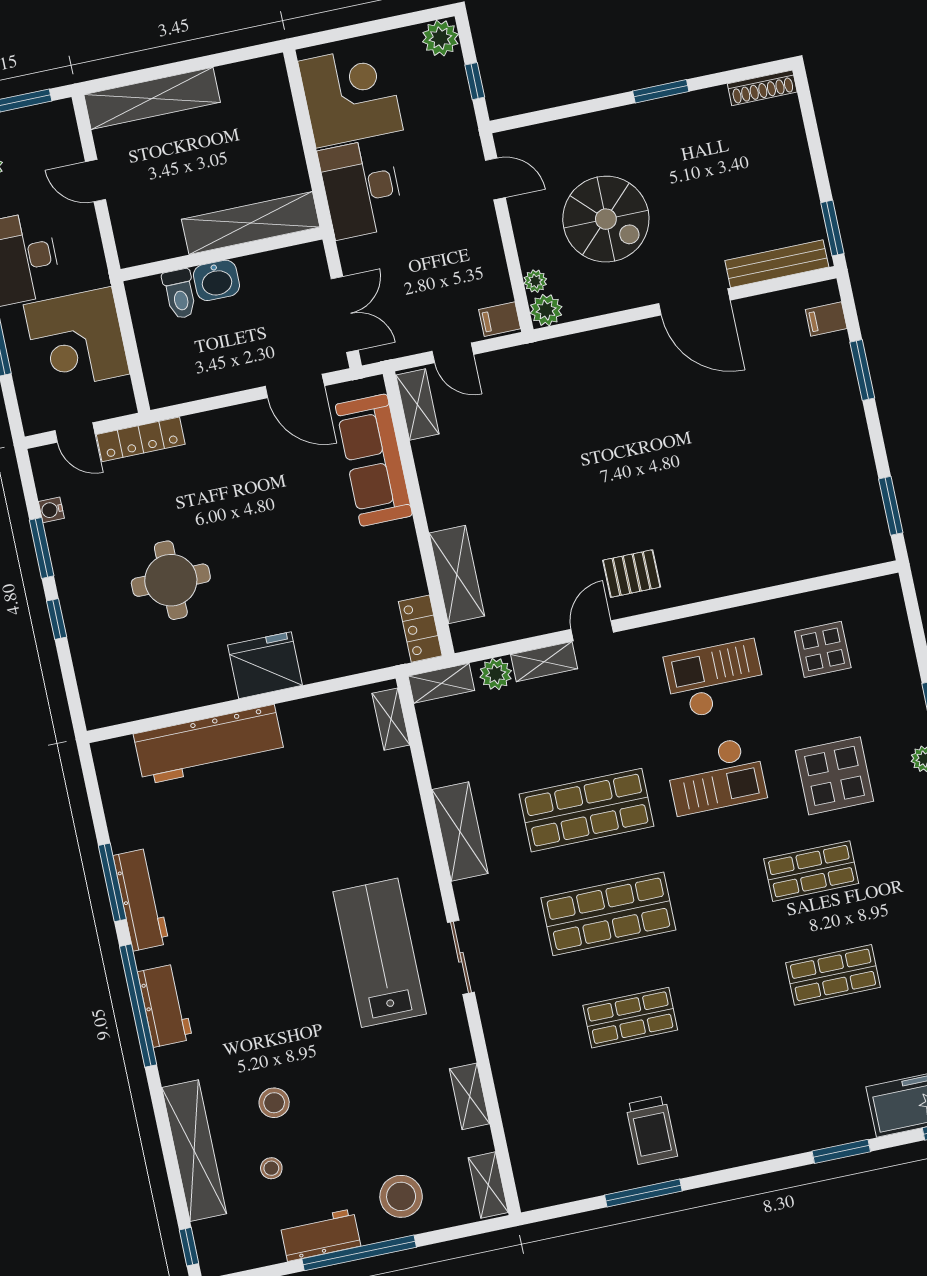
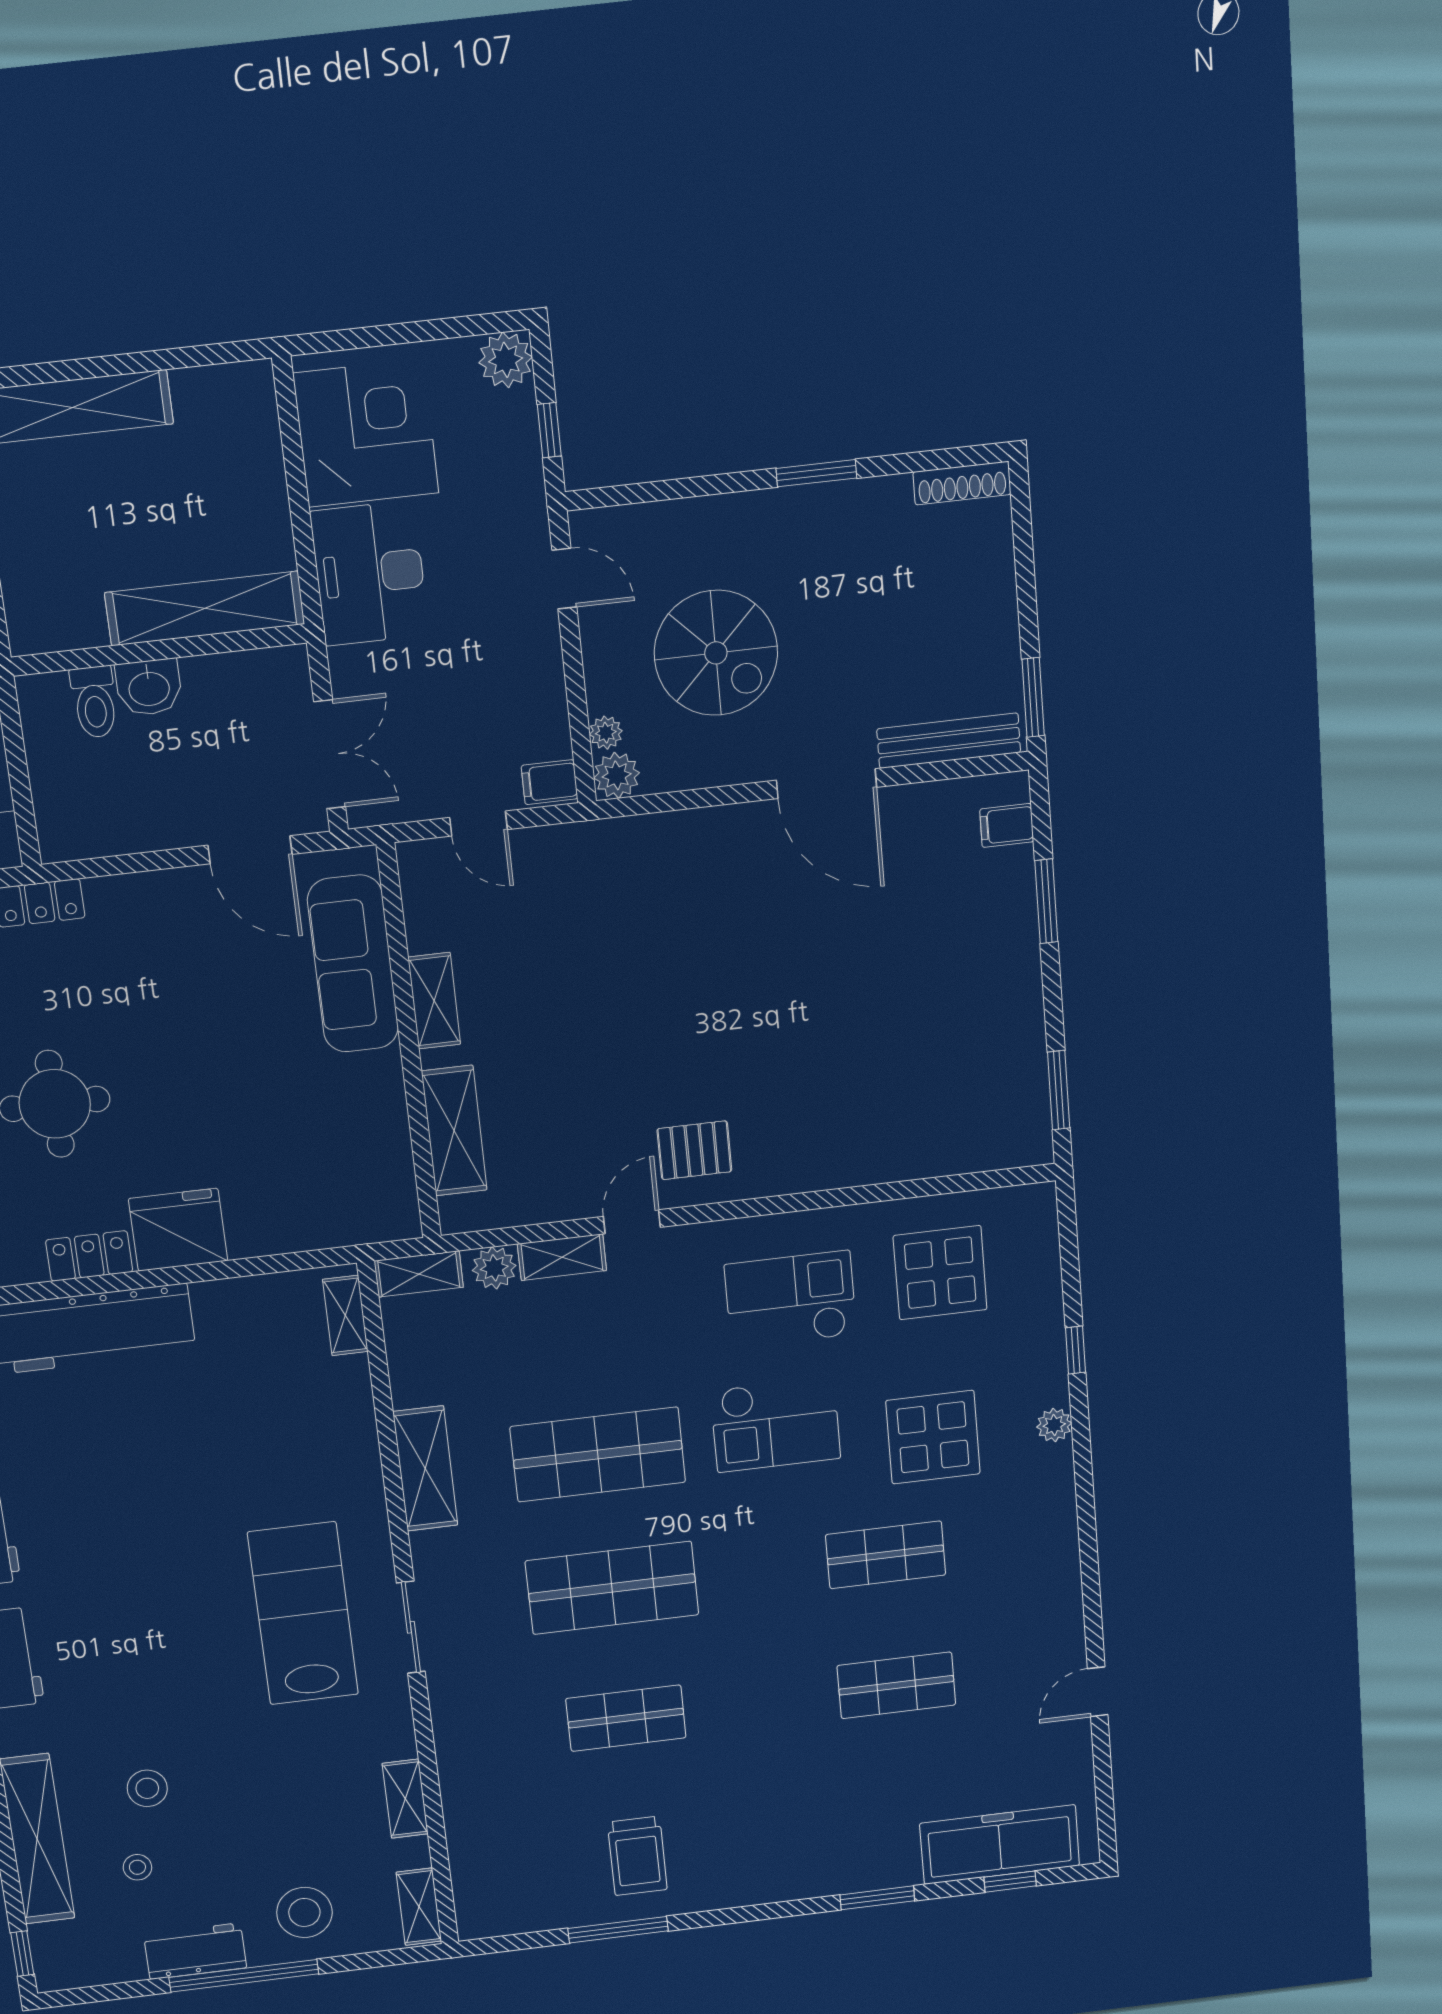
shelving: (417, 405) -> (434, 1001), moved
locker: (420, 629) -> (89, 1256), moved, turned 90
display table: (823, 649) -> (940, 1273), width x1.36, depth x1.36

